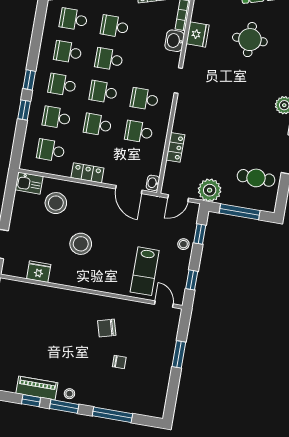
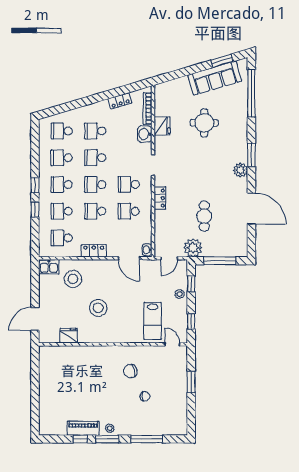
locker: (175, 147) -> (160, 198), moved
cafe table: (256, 178) -> (204, 216), moved, turned 90

